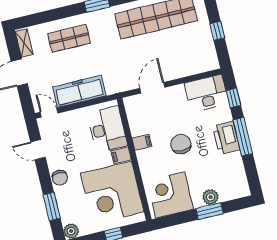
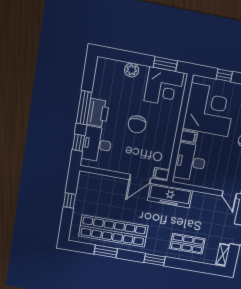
freezer: (79, 91) -> (170, 196), moved
desk: (206, 93) -> (97, 144), moved, turned 90
filing cabinet: (142, 142) -> (161, 174), moved
window: (209, 211) -> (165, 64), moved

